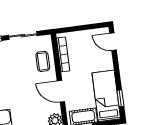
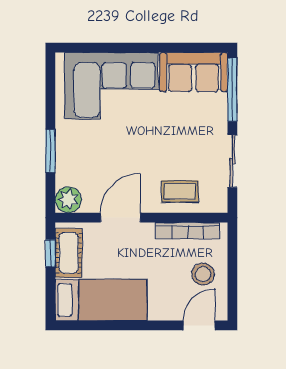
stool: (85, 43) -> (203, 274), added
window: (120, 98) -> (93, 325), removed

